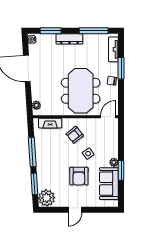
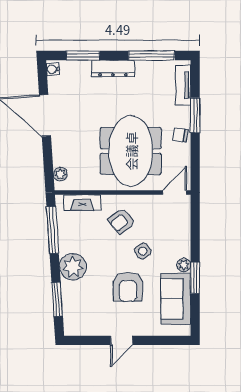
window: (32, 152) -> (53, 230), moved
plant: (47, 198) -> (73, 267), moved

